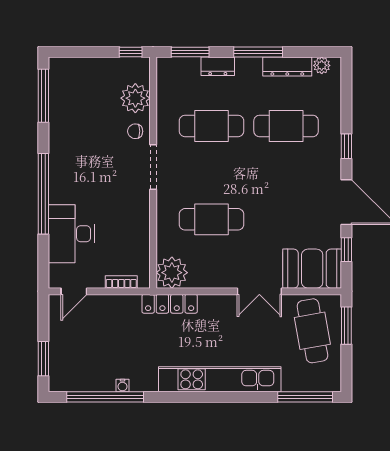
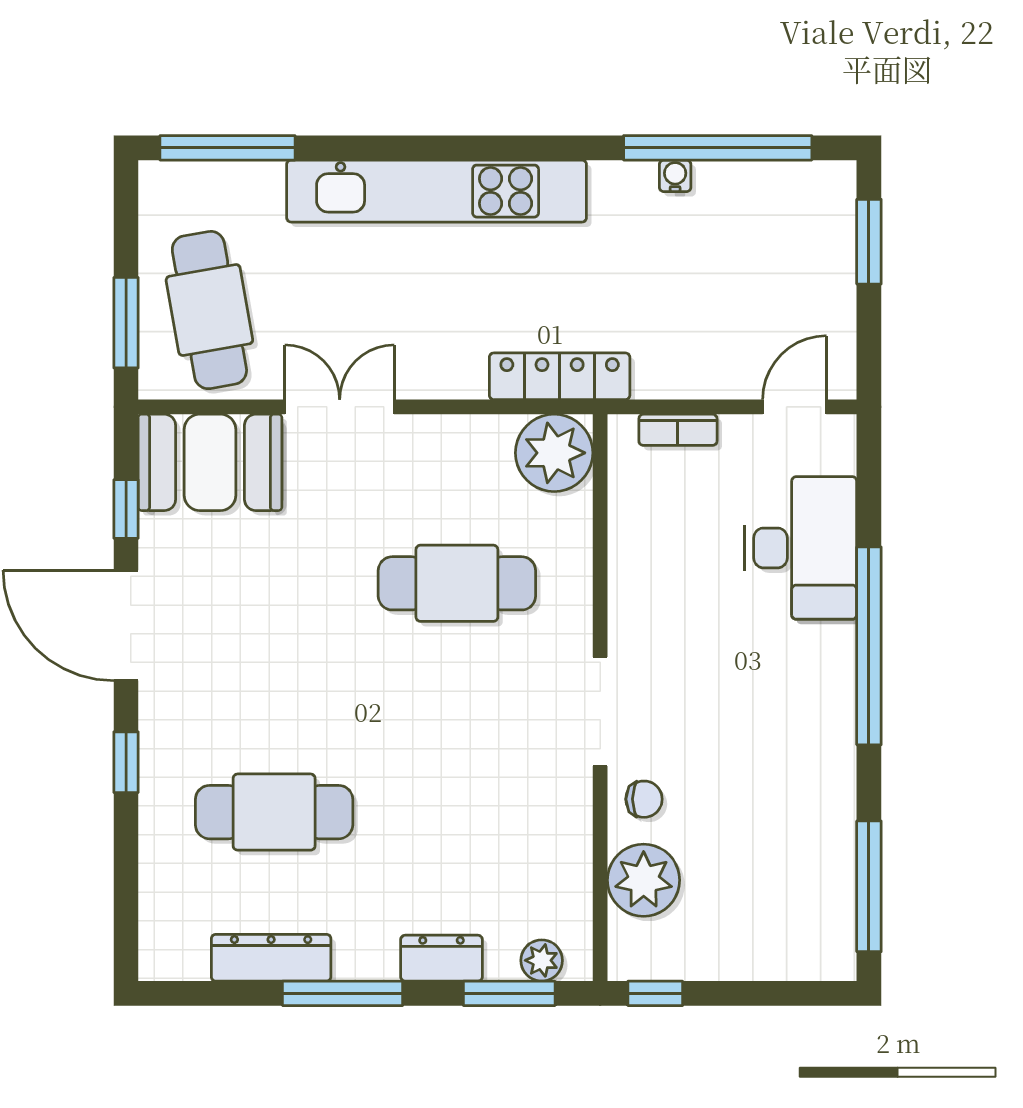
plant: (322, 65) -> (542, 960), moved
cafe table: (211, 126) -> (457, 812), removed

